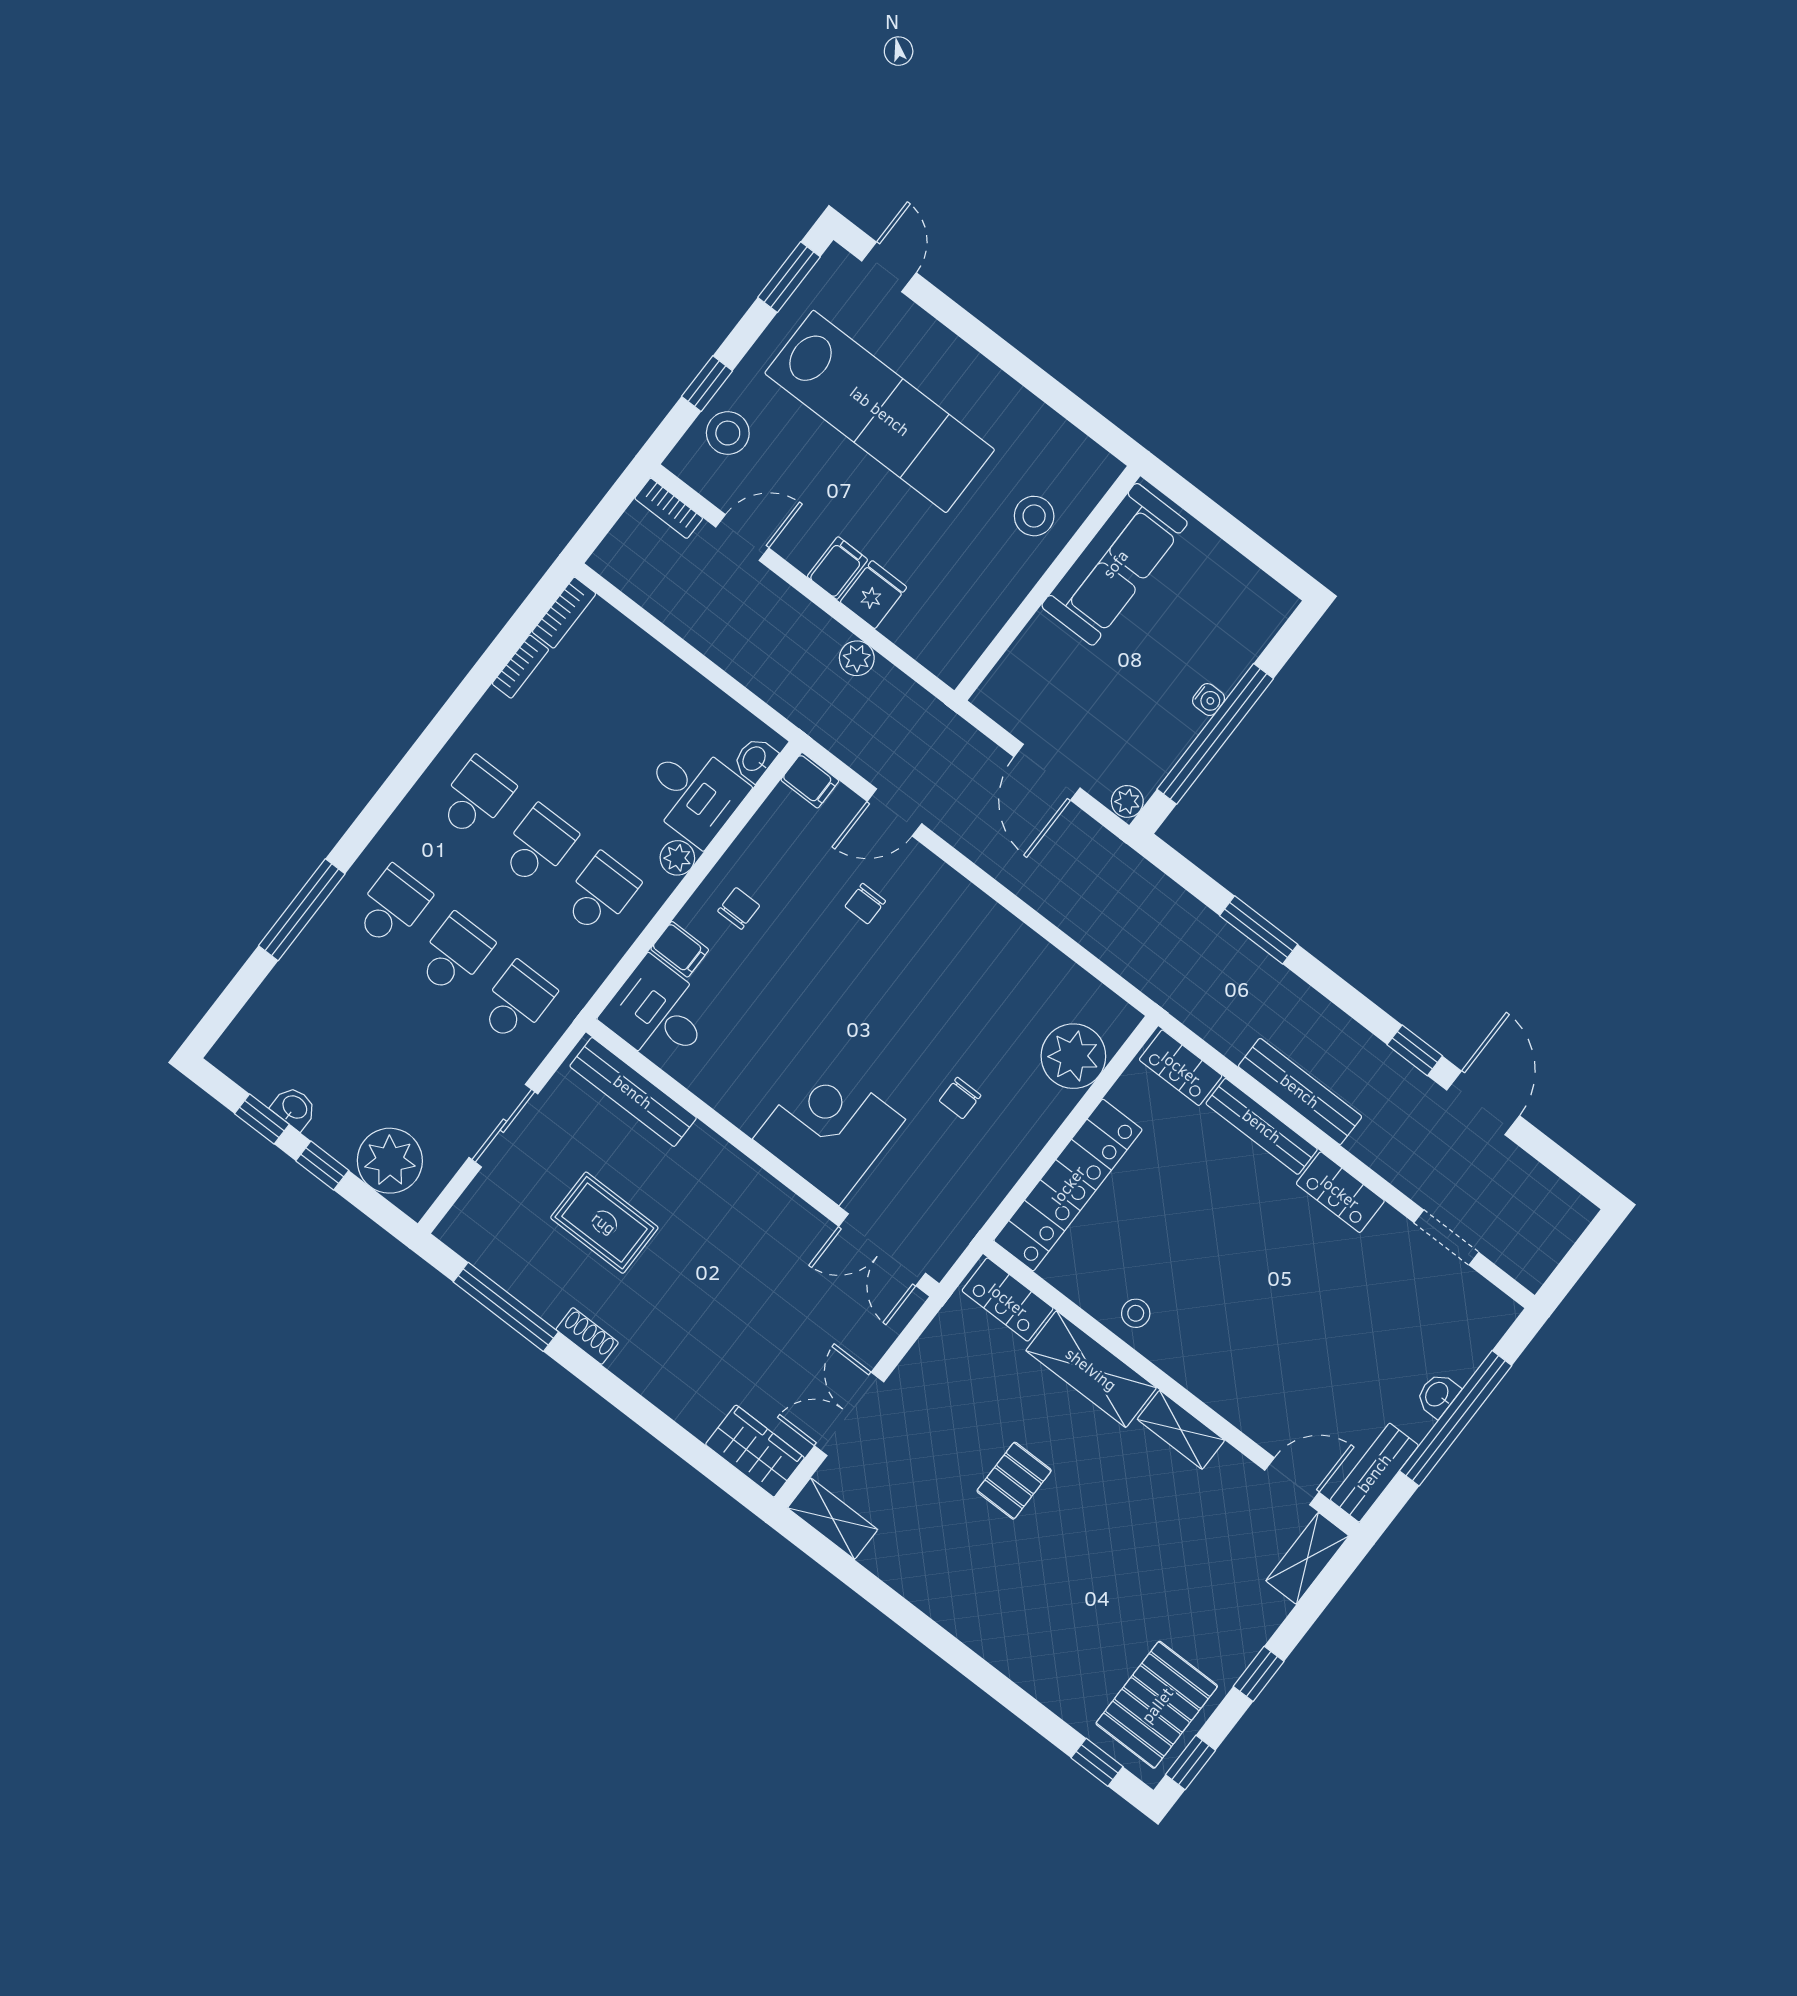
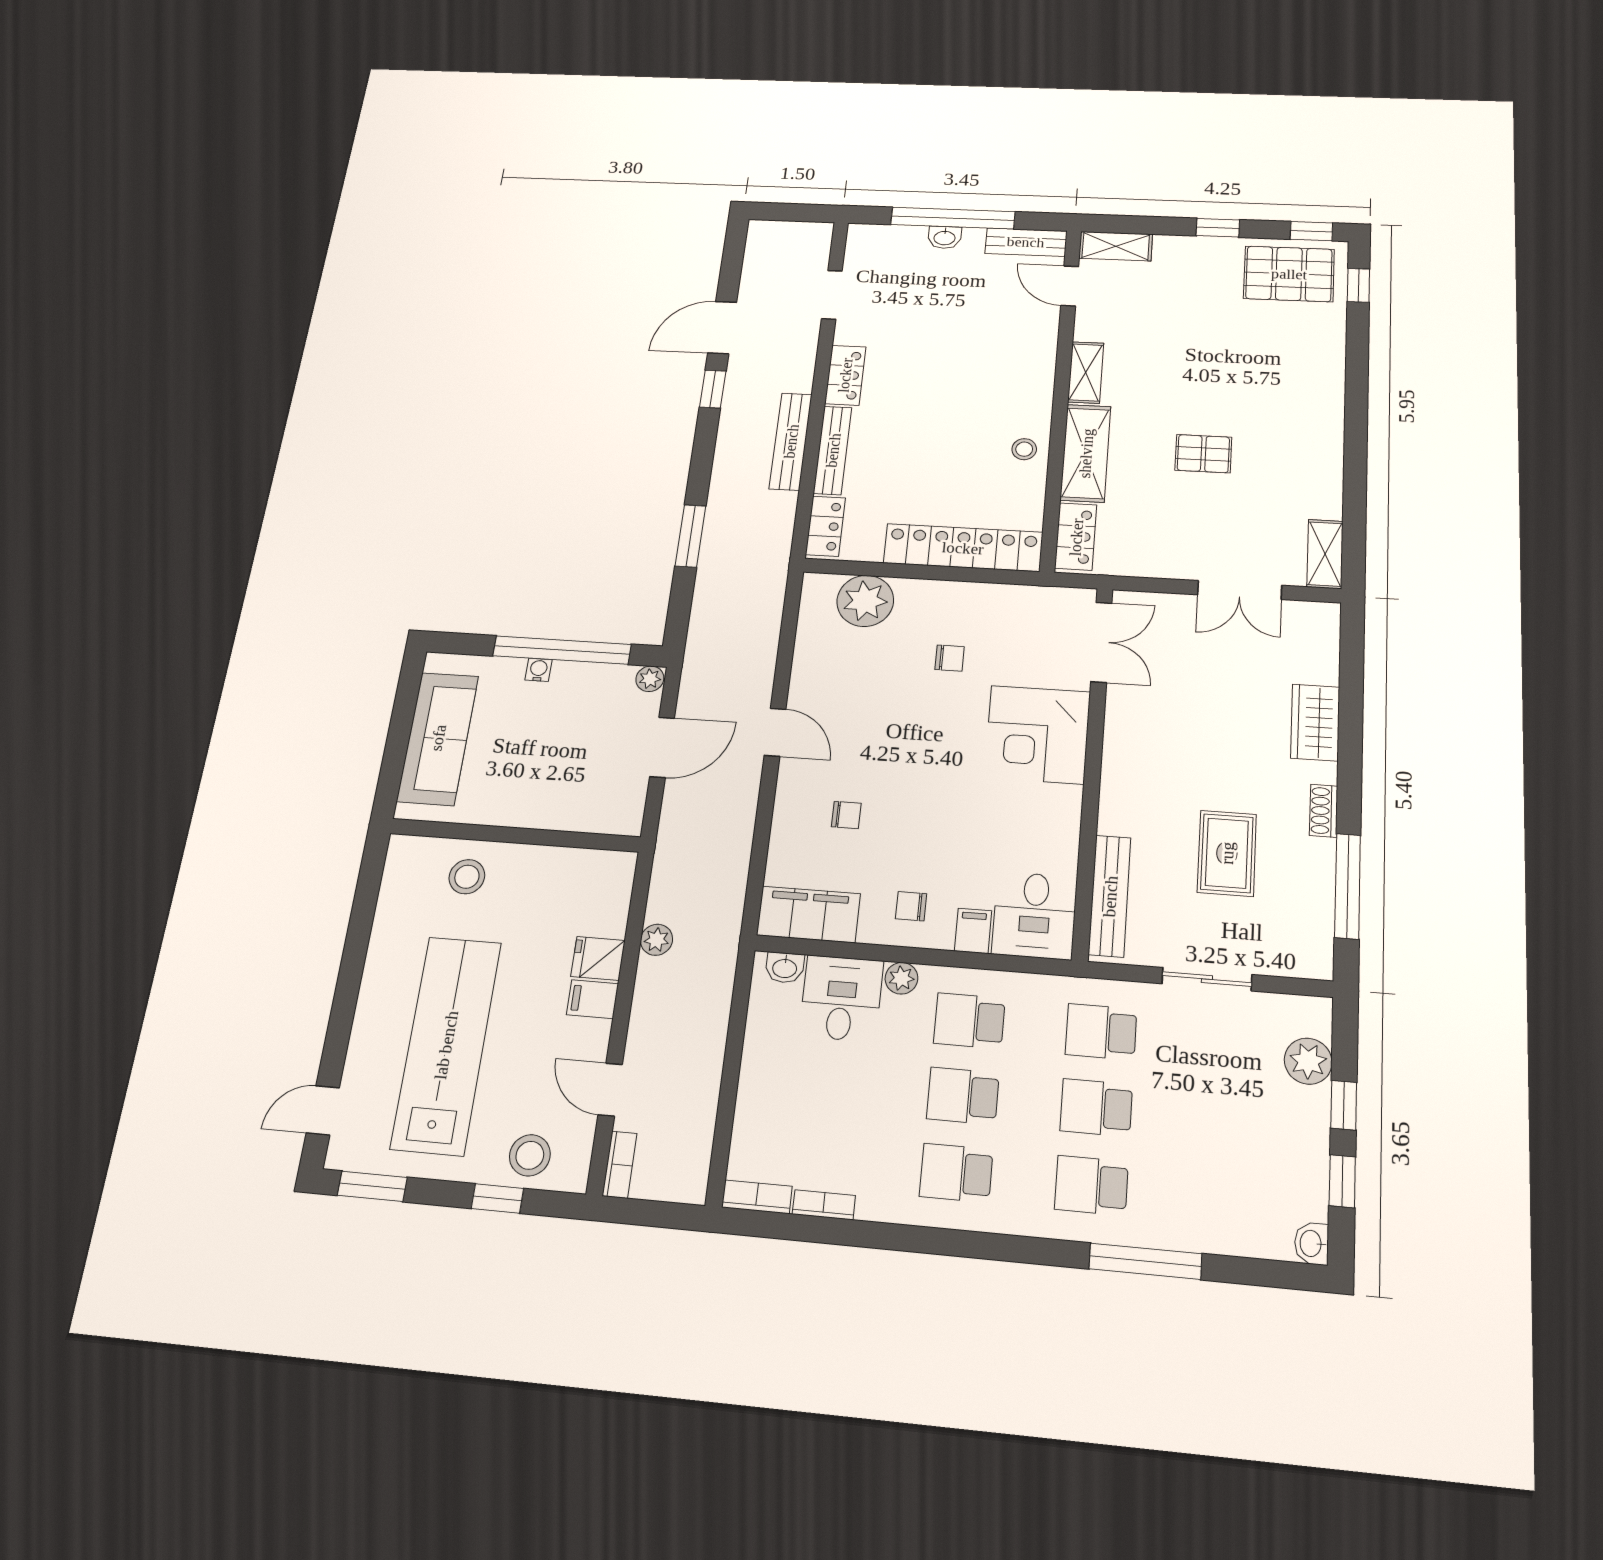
sofa: (1115, 564) -> (438, 738), moved, turned 90
filing cabinet: (810, 780) -> (808, 914), width x3.00, depth x1.17
door: (894, 812) -> (775, 732), moved
washbasin: (294, 1108) -> (1312, 1244), moved
plant: (390, 1161) -> (1308, 1061), width x0.73, depth x0.73
wardrobe: (755, 1451) -> (1315, 722), moved

